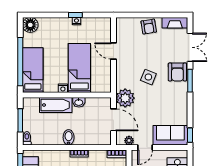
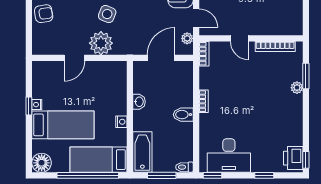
bed: (79, 68) -> (63, 125), moved, turned 180
plant: (125, 98) -> (101, 43), moved
bathtub: (56, 105) -> (142, 152), moved

